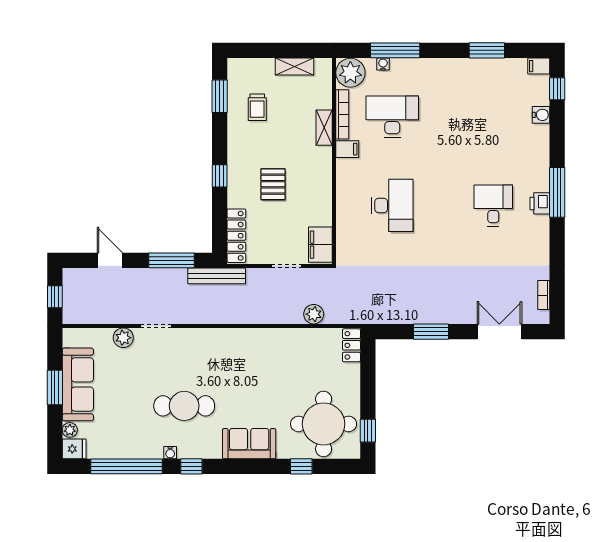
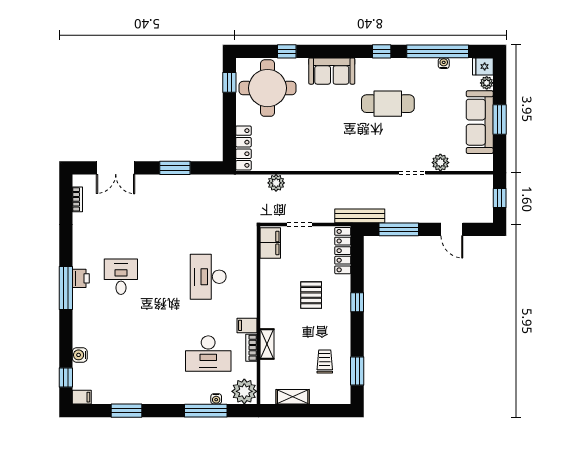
bookcase: (342, 114) -> (251, 348), width x0.64
desk: (493, 205) -> (121, 277), turned 180
locker: (351, 345) -> (243, 148), width x1.53
water cooler: (170, 453) -> (444, 63), moved

